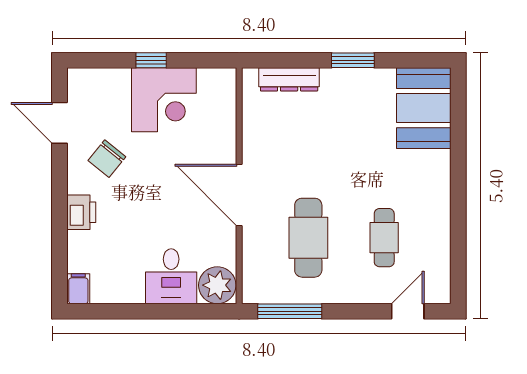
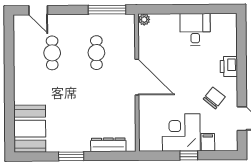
cafe table: (308, 238) -> (96, 53), width x0.73, depth x0.74
desk: (171, 276) -> (195, 29), moved
plant: (217, 285) -> (144, 19), width x0.53, depth x0.53
filing cabinet: (78, 289) -> (208, 142), moved, turned 180
door: (408, 311) -> (38, 10), hinge flipped

